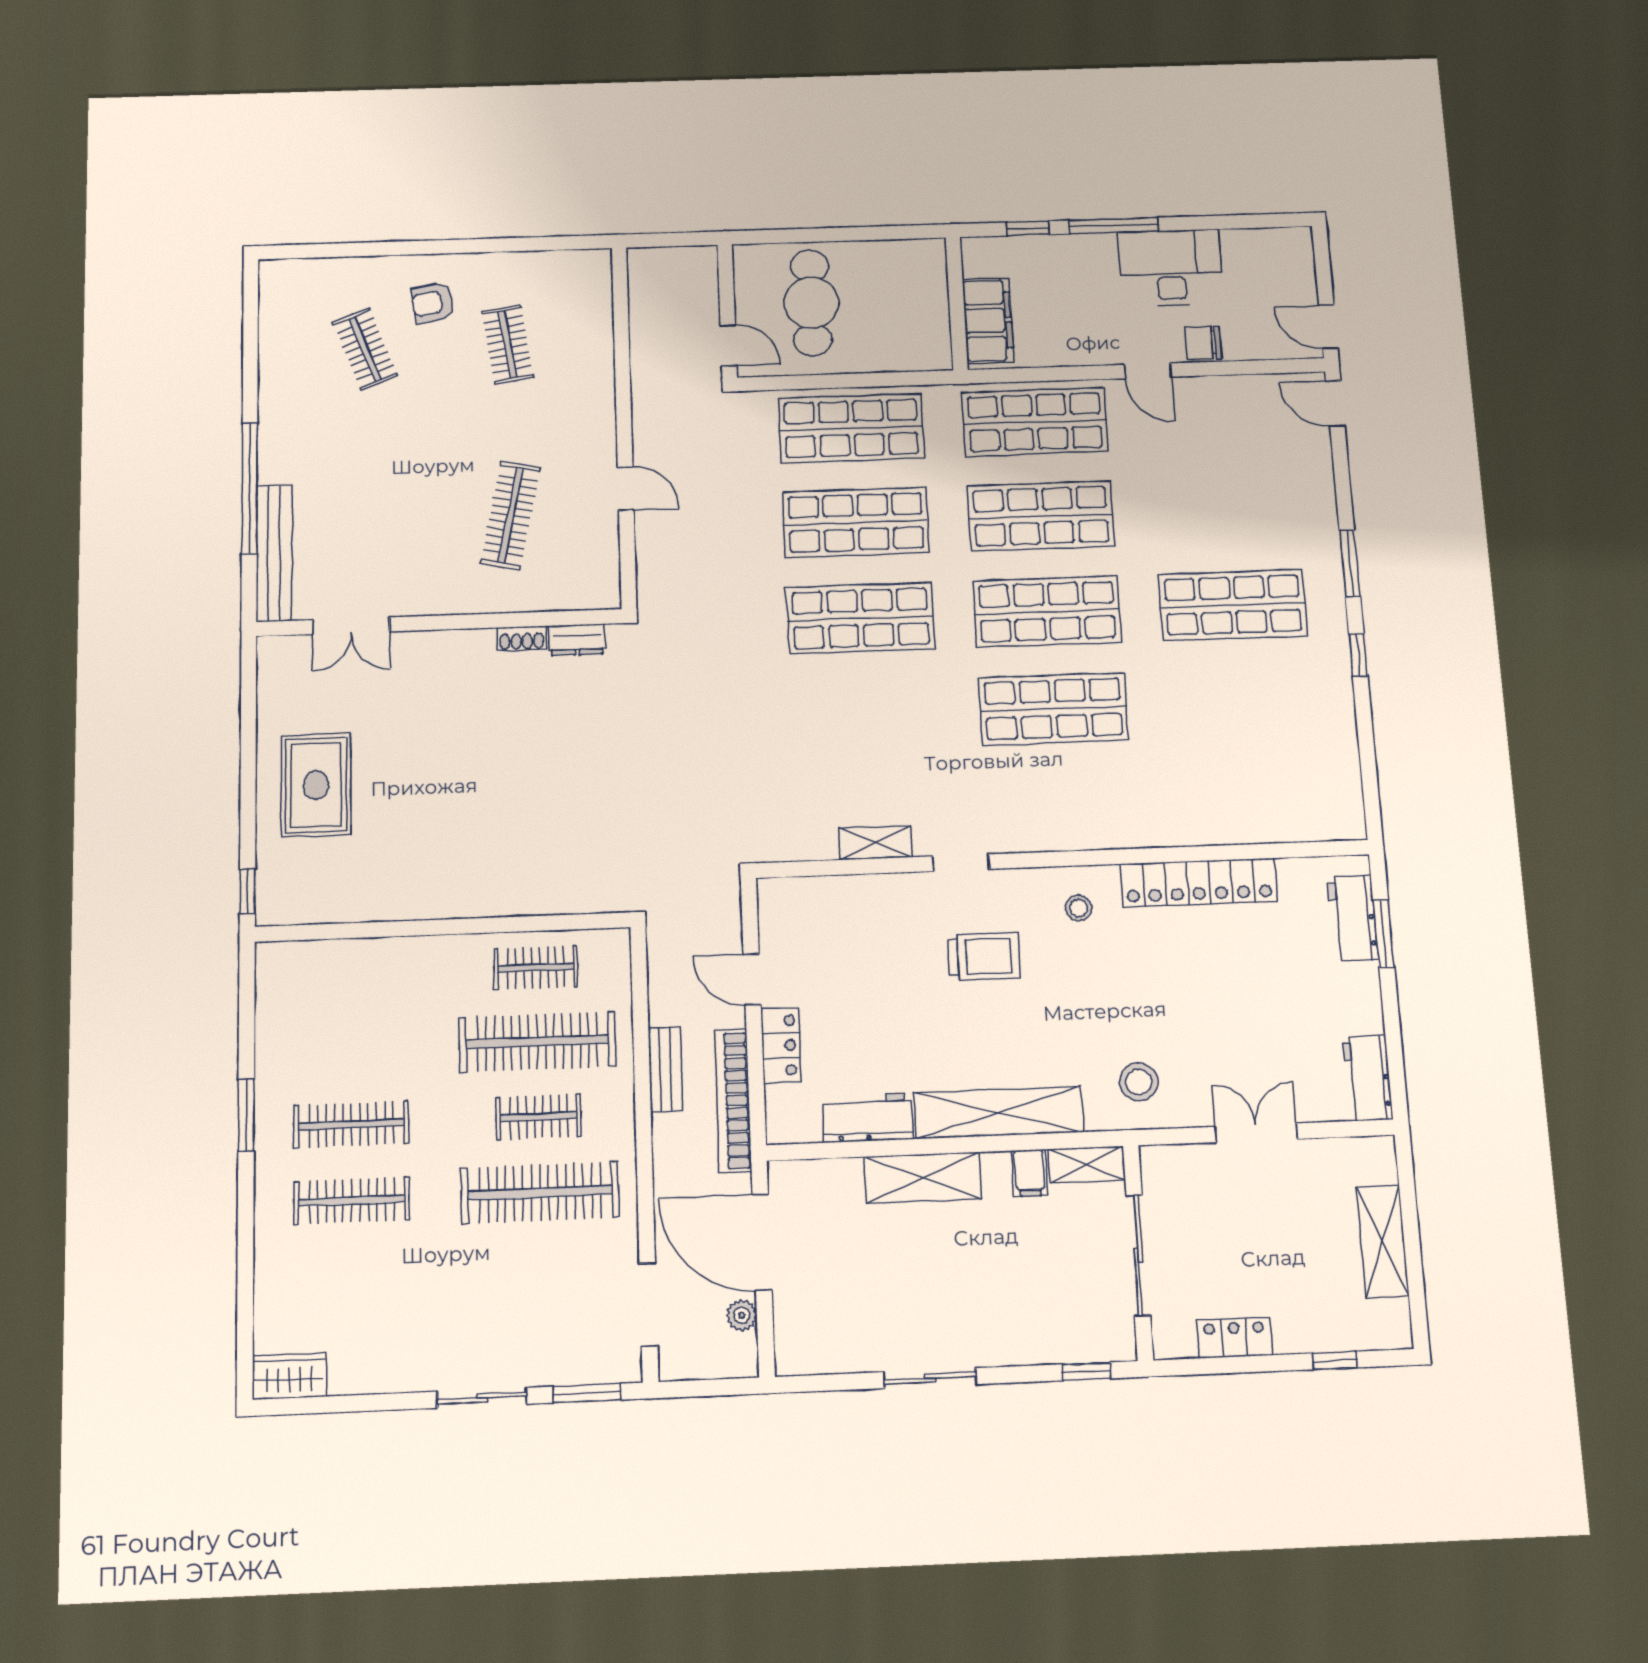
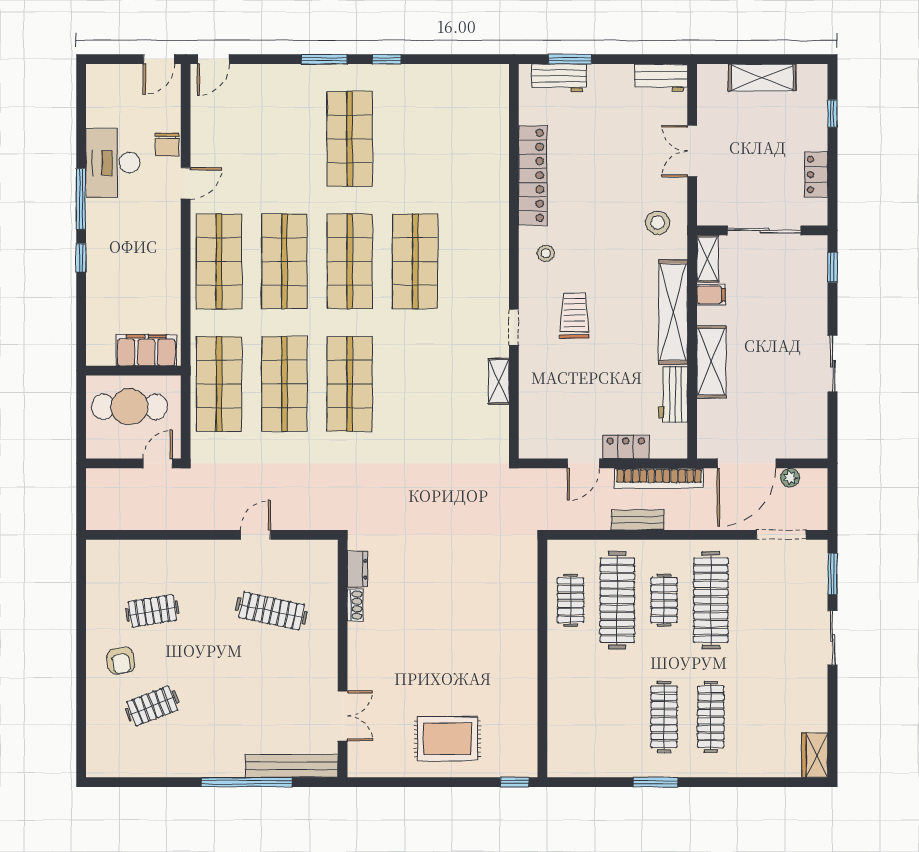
wall: (957, 303) -> (133, 371), moved
filing cabinet: (988, 321) -> (146, 350), moved

